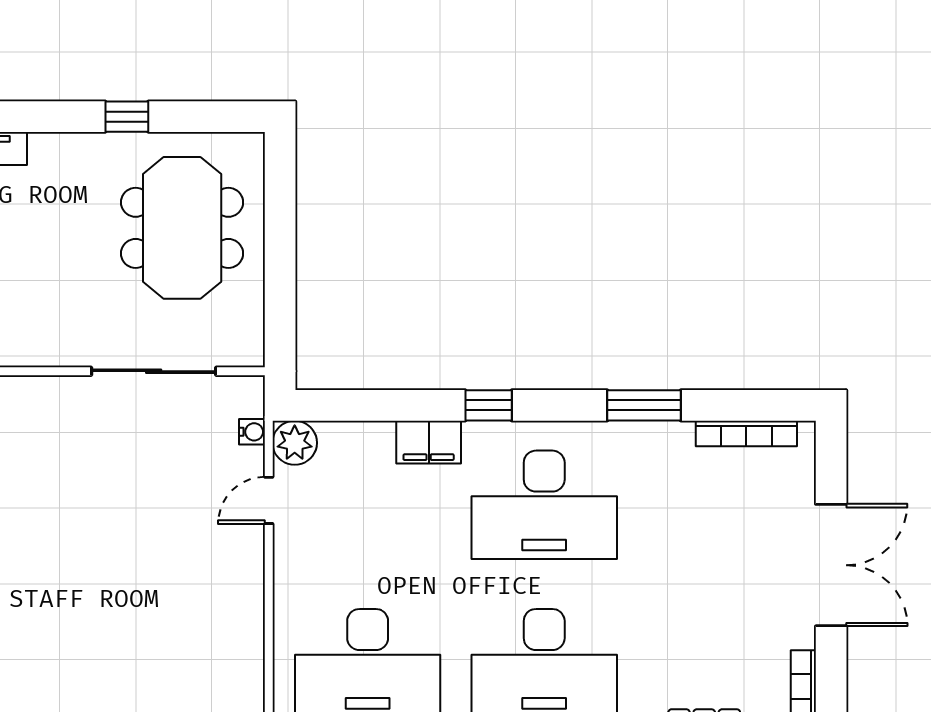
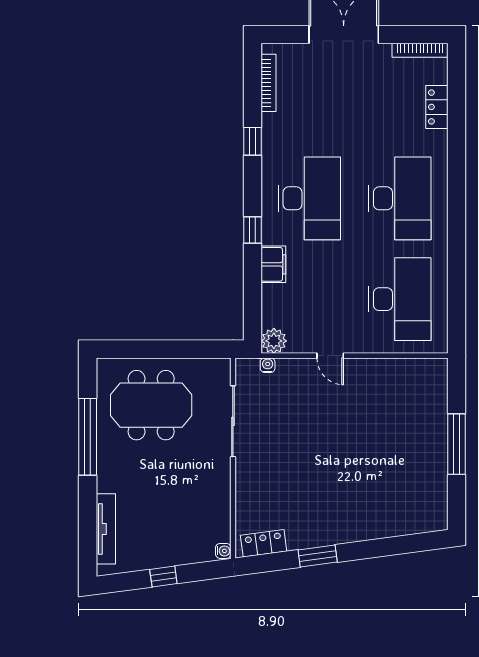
window: (127, 117) -> (88, 437), width x3.17
window: (644, 405) -> (253, 141), width x0.67
door: (269, 500) -> (330, 356), moved

